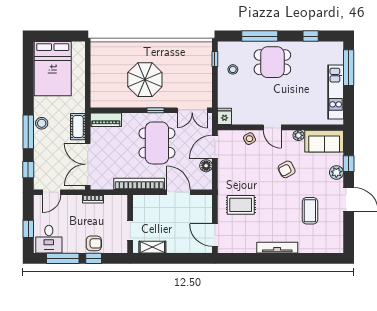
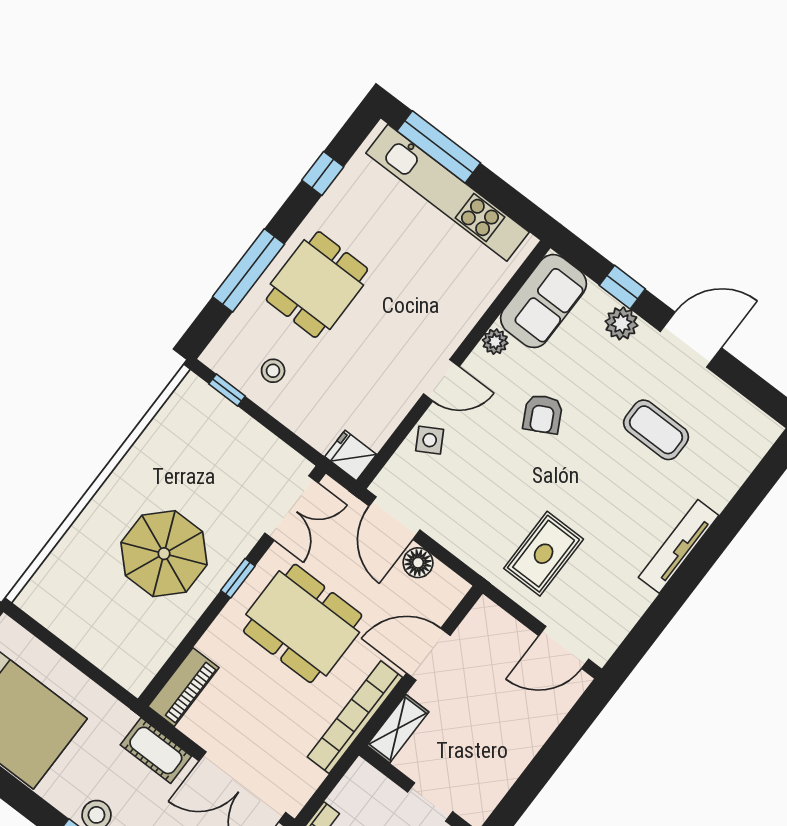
kitchen unit: (336, 92) -> (447, 193), width x1.36
shelving: (152, 247) -> (398, 729), moved

